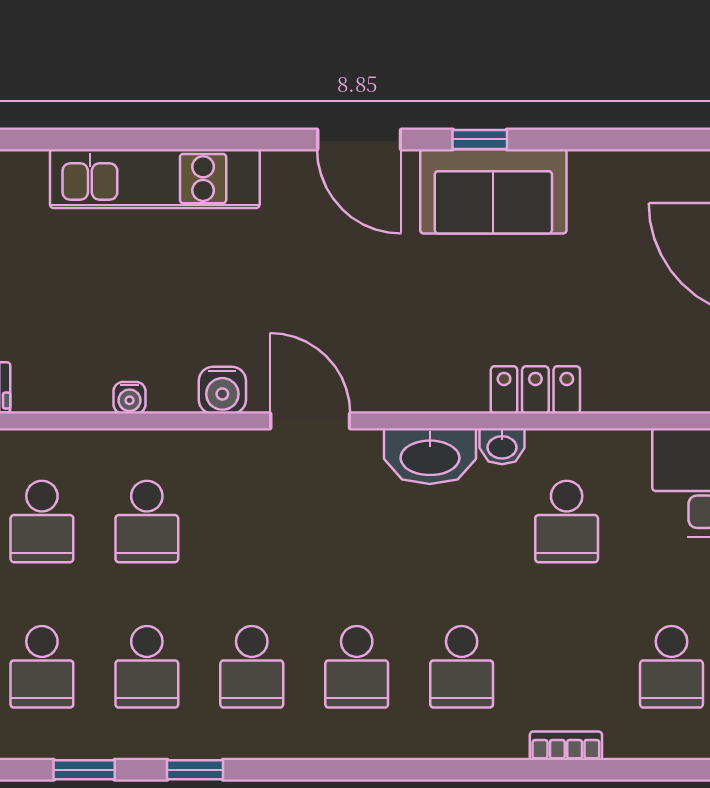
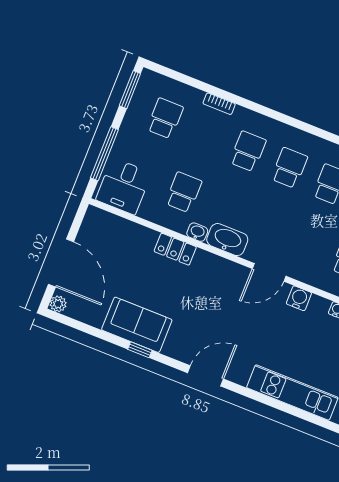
door: (359, 139) -> (205, 376), hinge flipped
window: (480, 139) -> (140, 350), moved
sofa: (493, 191) -> (137, 325), moved
door: (310, 421) -> (269, 272), hinge flipped

